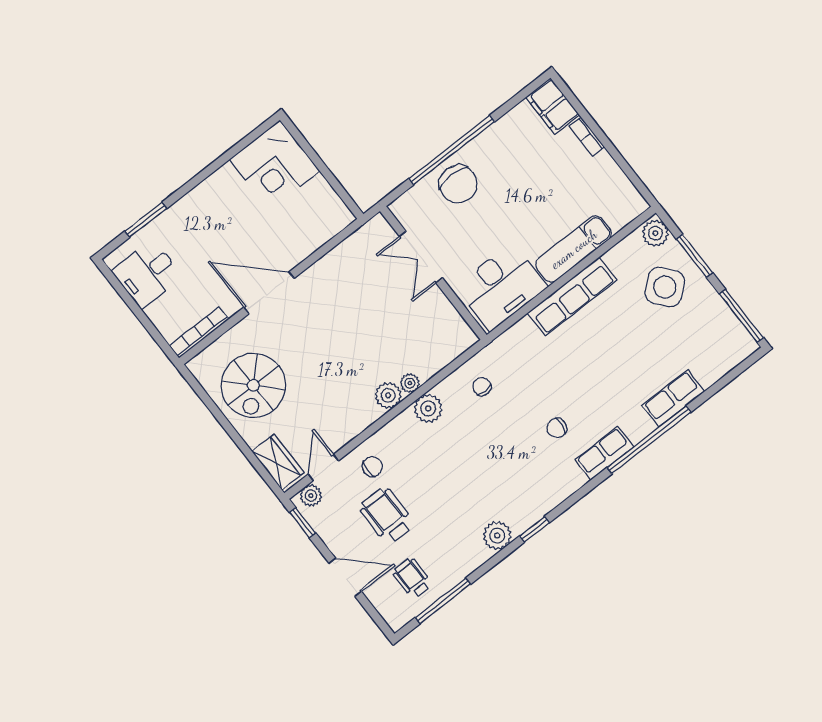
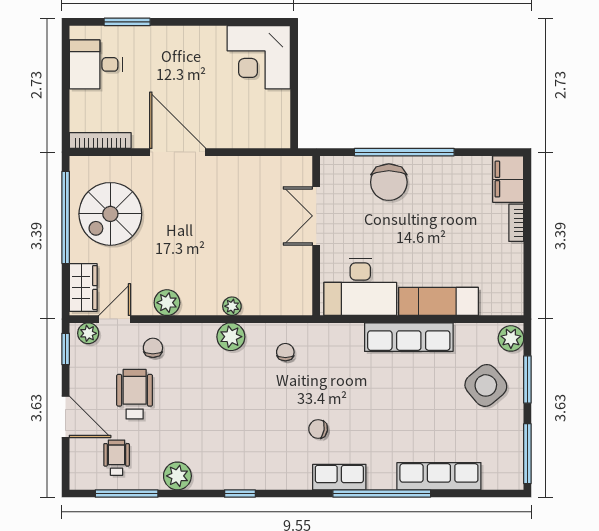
plant: (388, 395) -> (167, 303), moved
row of seats: (673, 398) -> (439, 476), width x1.48
window: (220, 416) -> (66, 217), added
chair: (372, 467) -> (153, 348), turned -92
plant: (497, 536) -> (177, 476), moved

